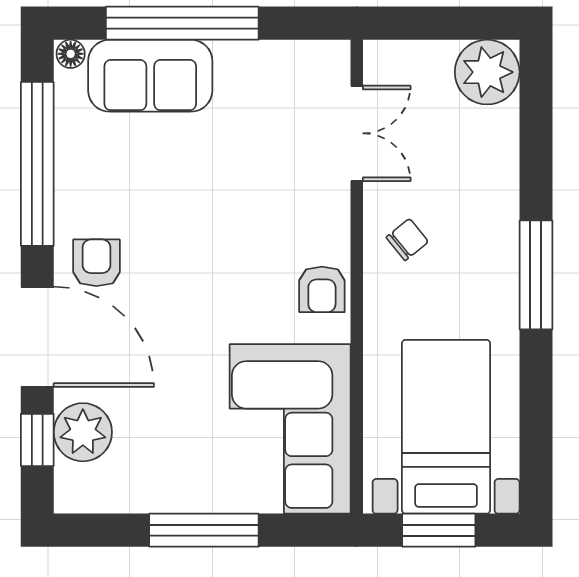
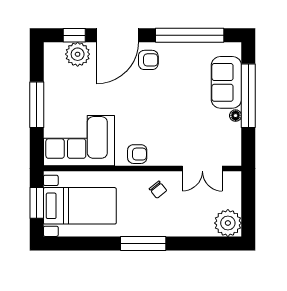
floor lamp: (71, 54) -> (236, 116), moved
armchair: (322, 289) -> (137, 154), turned 180

